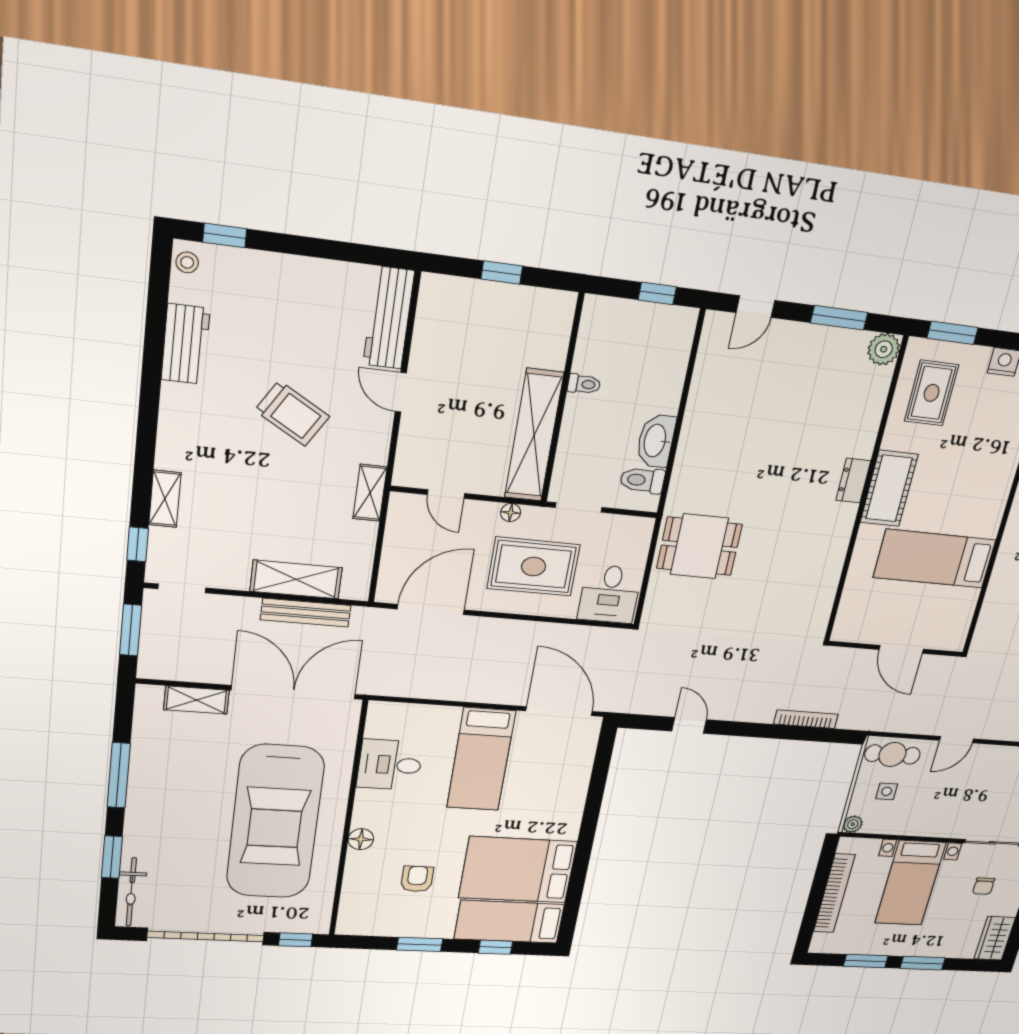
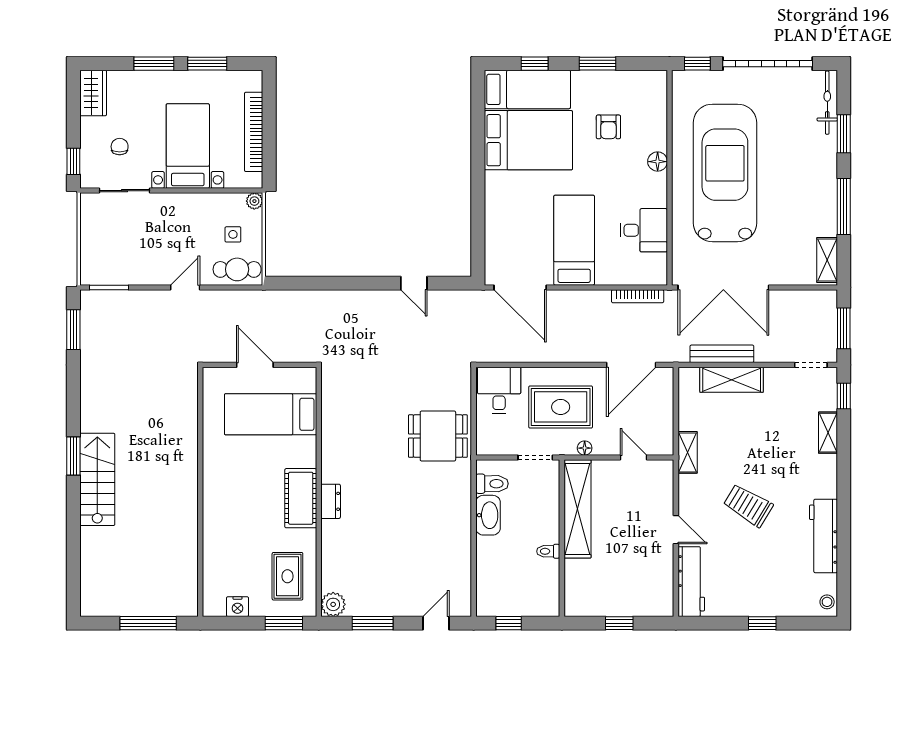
window: (225, 235) -> (762, 623), moved
workbench: (186, 344) -> (823, 536), width x1.37
bed: (935, 559) -> (271, 414), moved, turned 180
shelving: (196, 700) -> (827, 260), moved, turned 90
bookcase: (806, 719) -> (638, 296), moved

